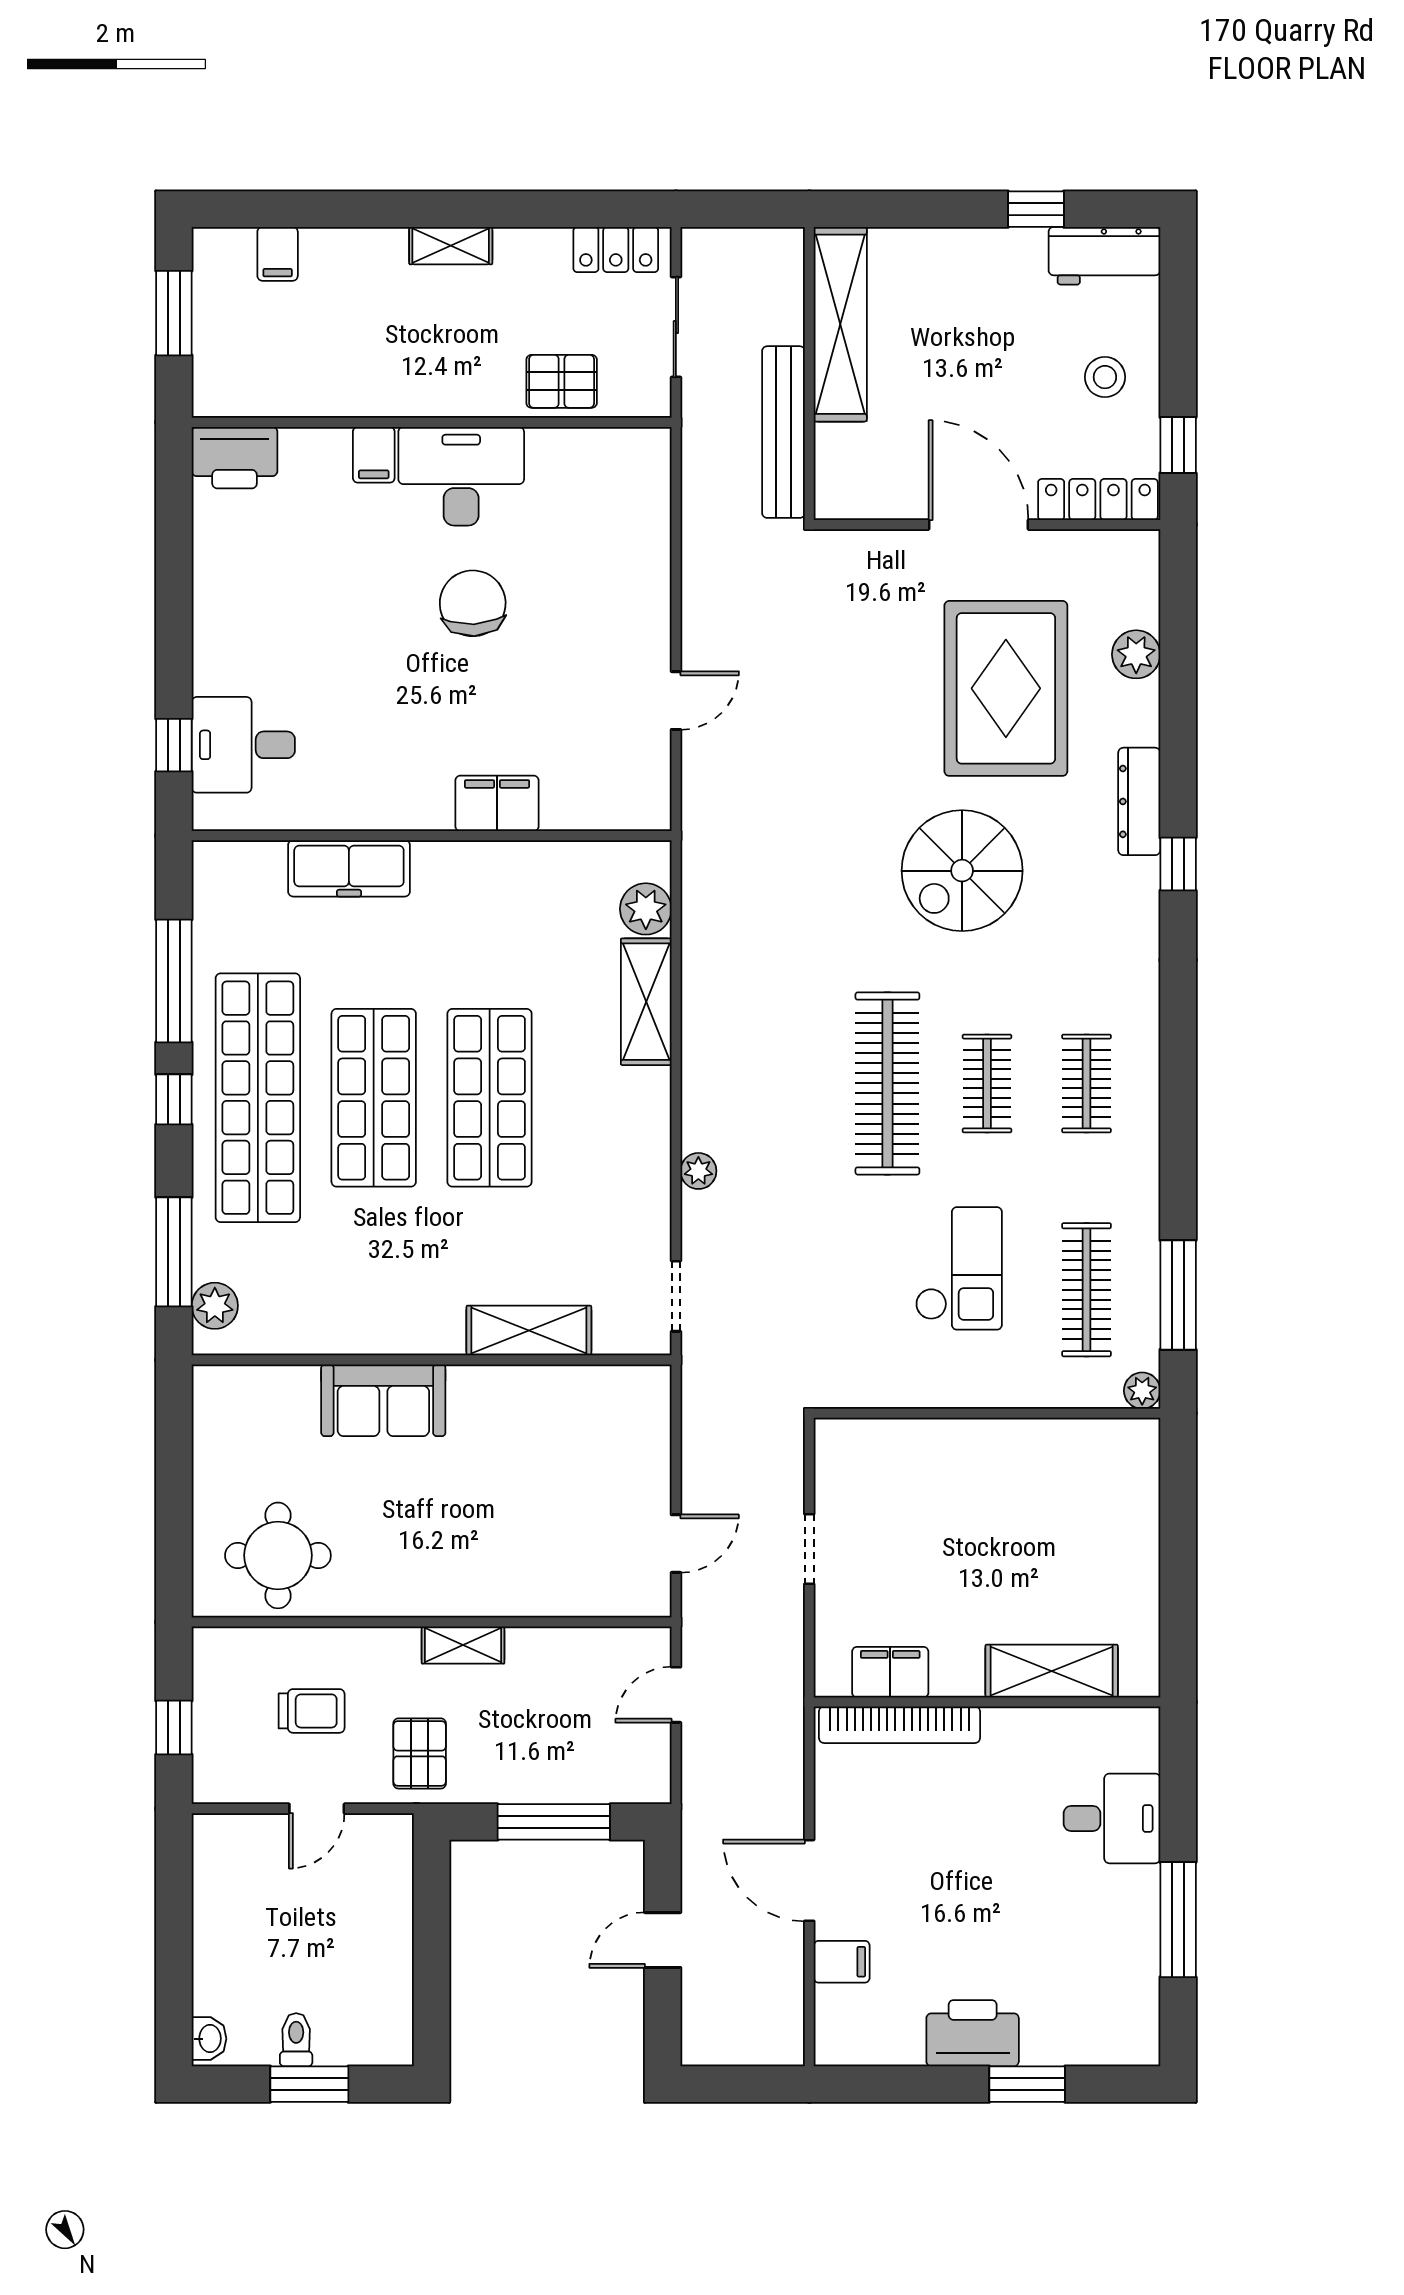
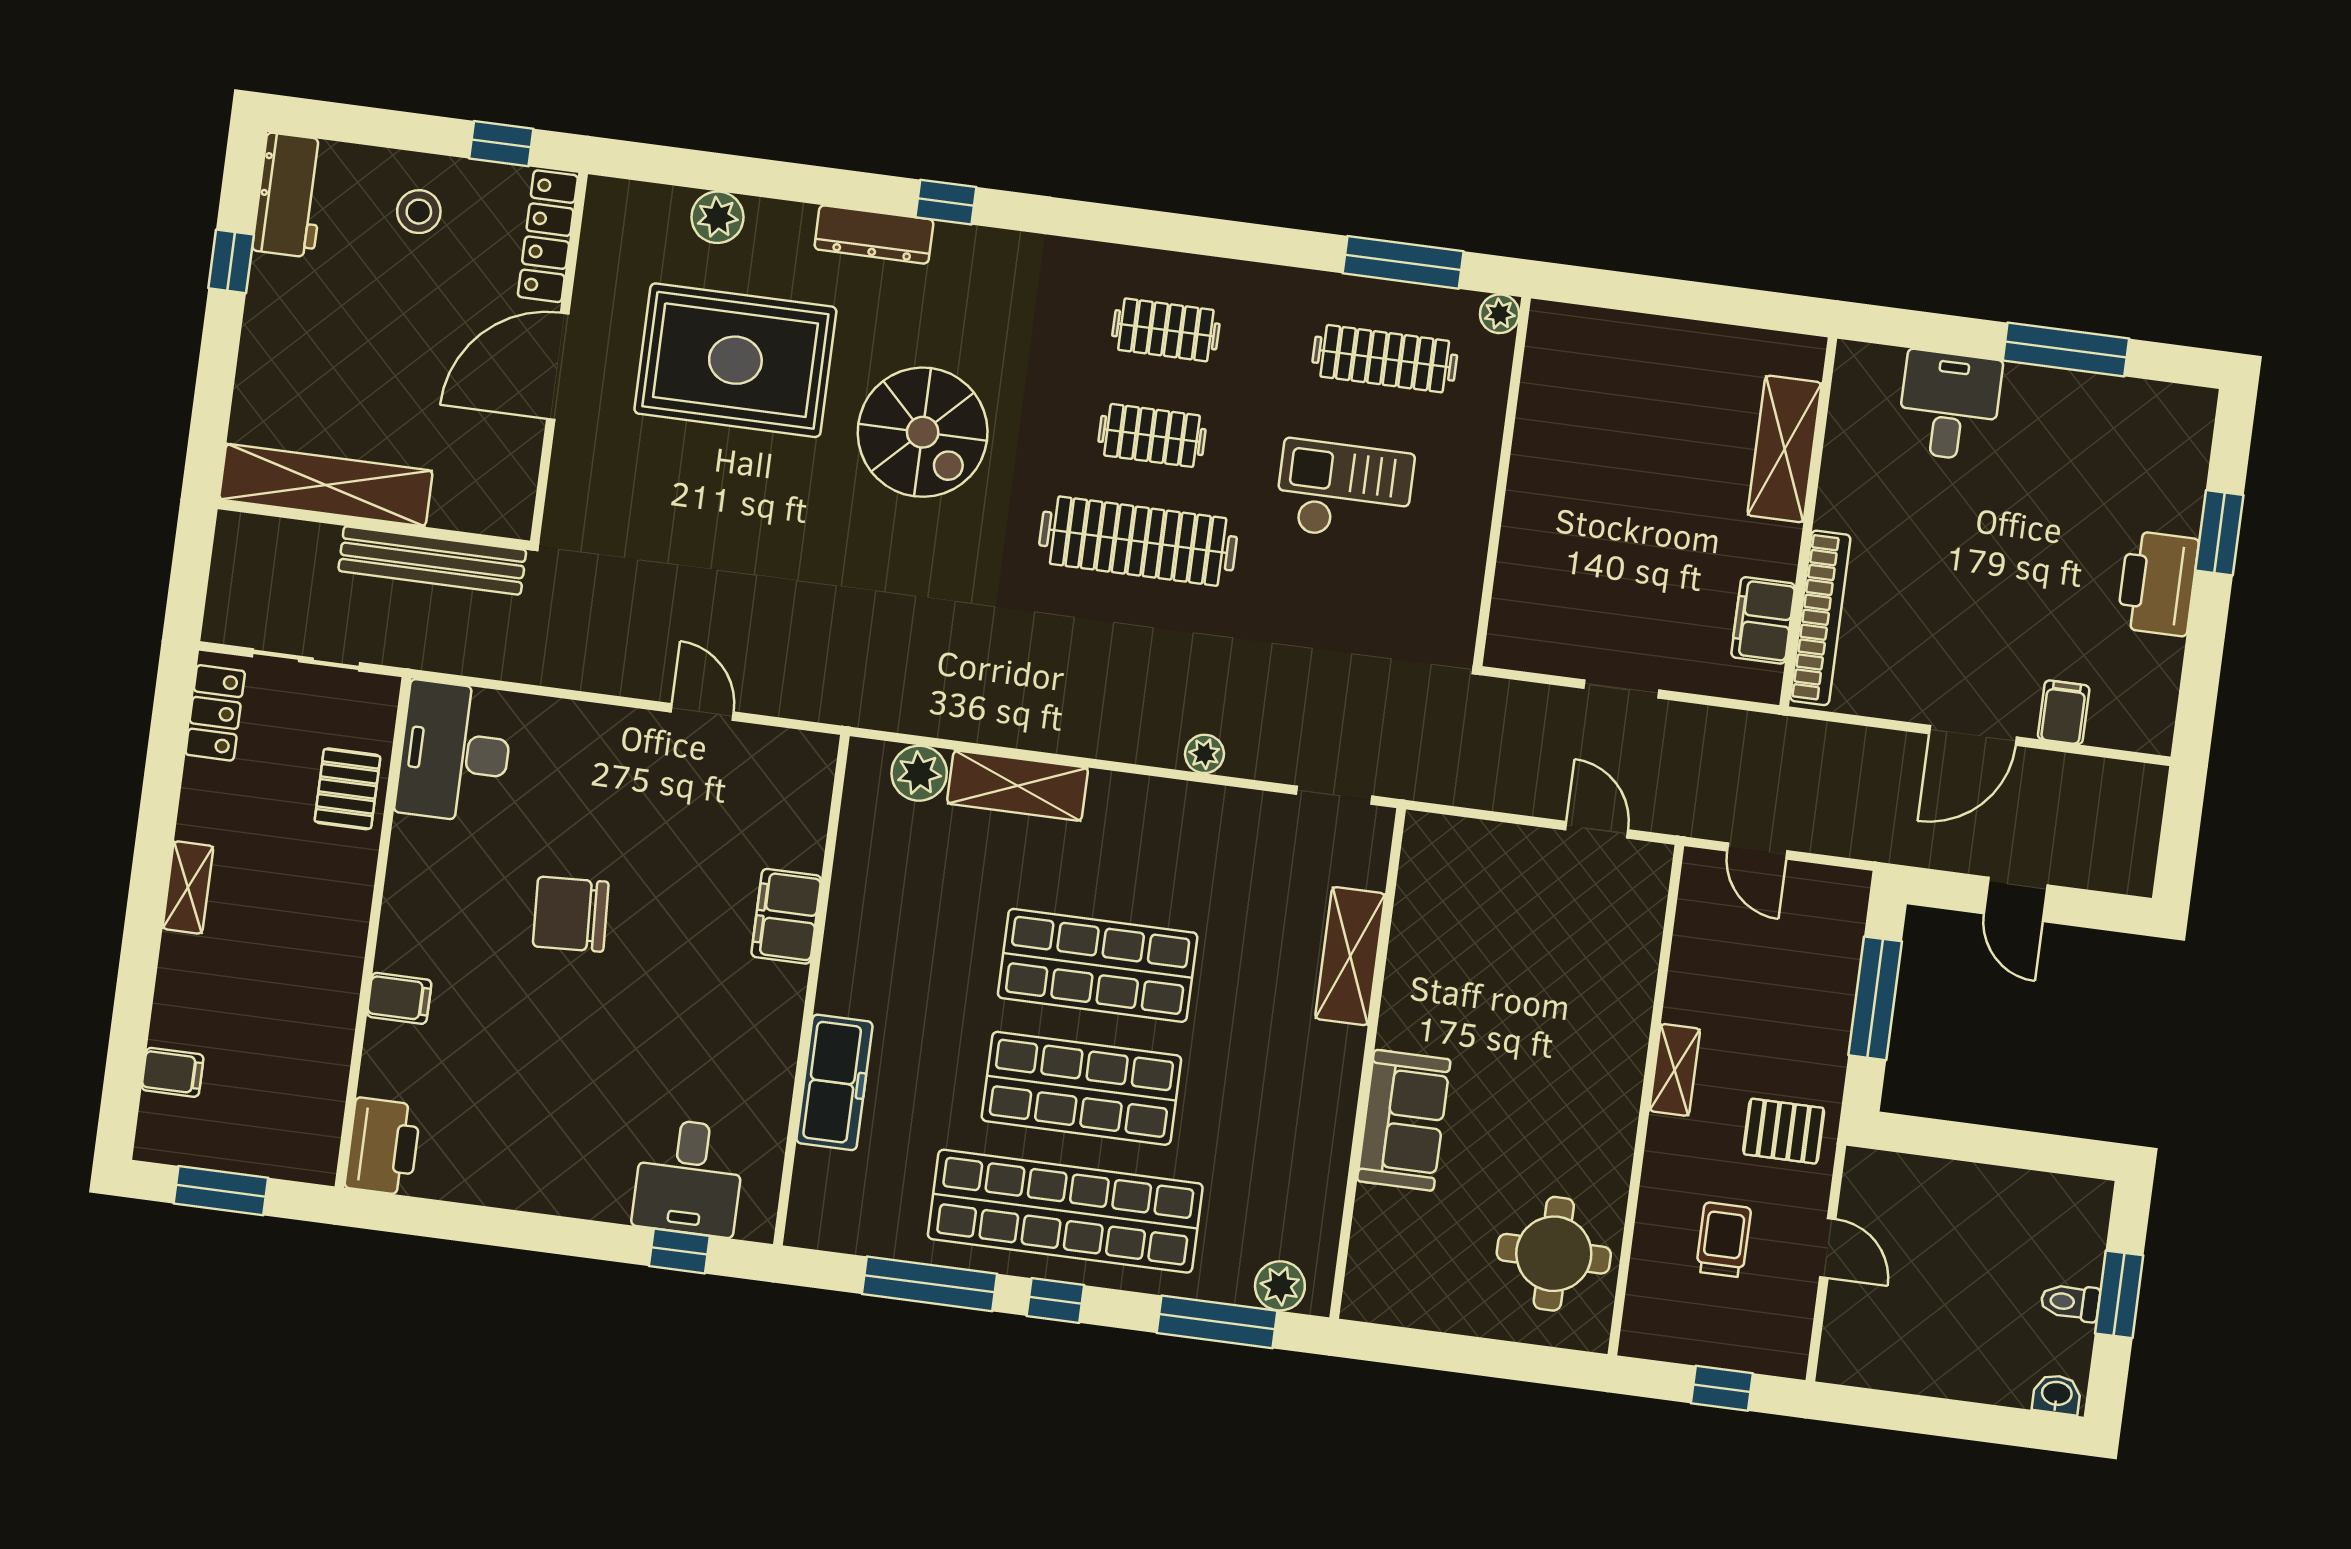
desk: (461, 476) -> (455, 752), moved

